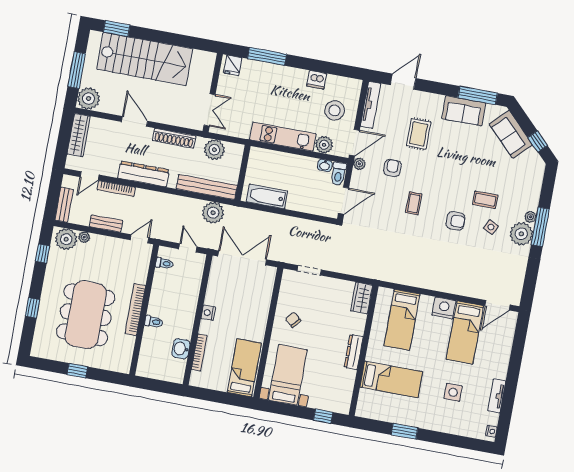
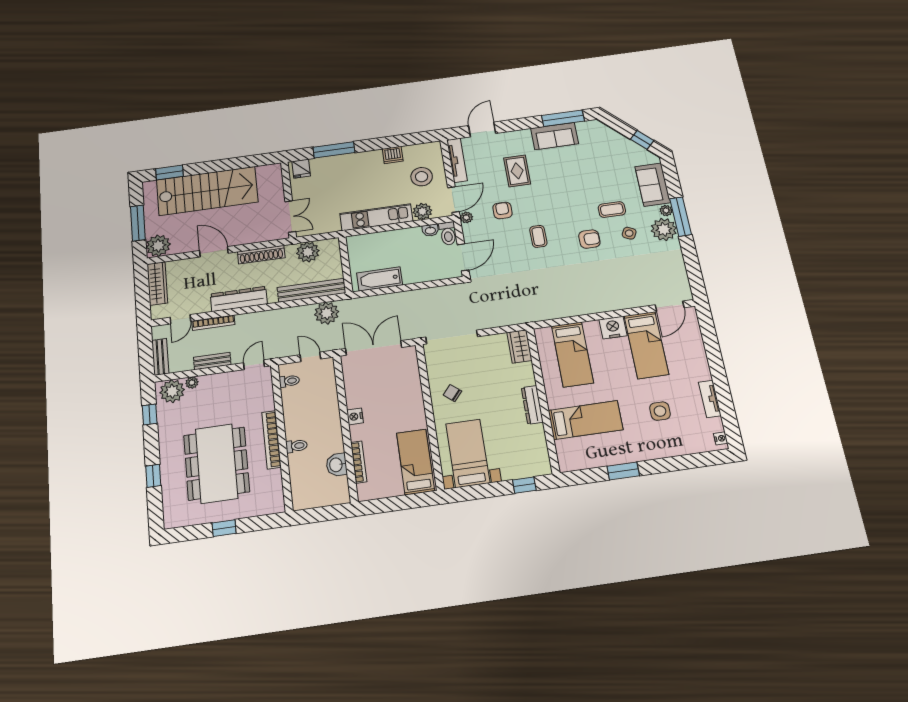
sofa: (511, 134) -> (653, 185), moved, turned 45
doorway: (309, 270) -> (452, 337), width x1.88

